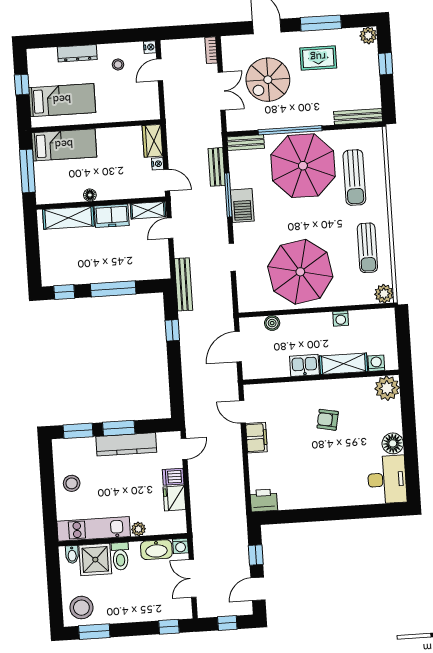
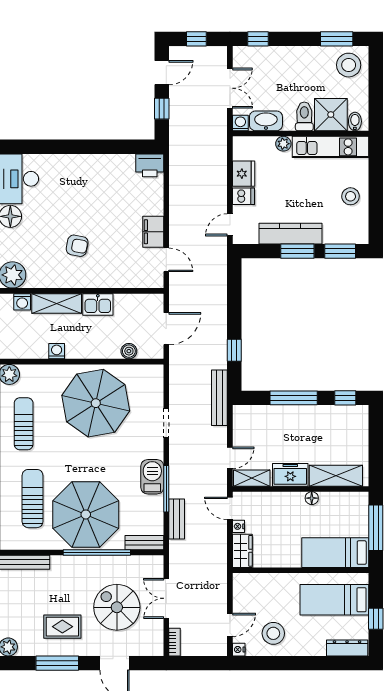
dresser: (77, 53) -> (347, 648), moved
stool: (118, 65) -> (273, 633), width x1.89, depth x1.89
spiral stairs: (268, 80) -> (117, 607), turned -90

